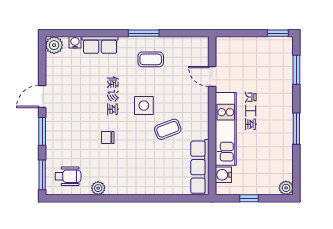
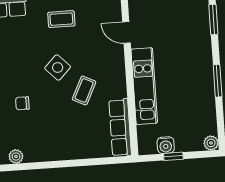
side table: (144, 106) -> (58, 68), turned 45
coffee table: (168, 129) -> (84, 90), turned -43
water cooler: (223, 175) -> (166, 145), moved, turned -90

